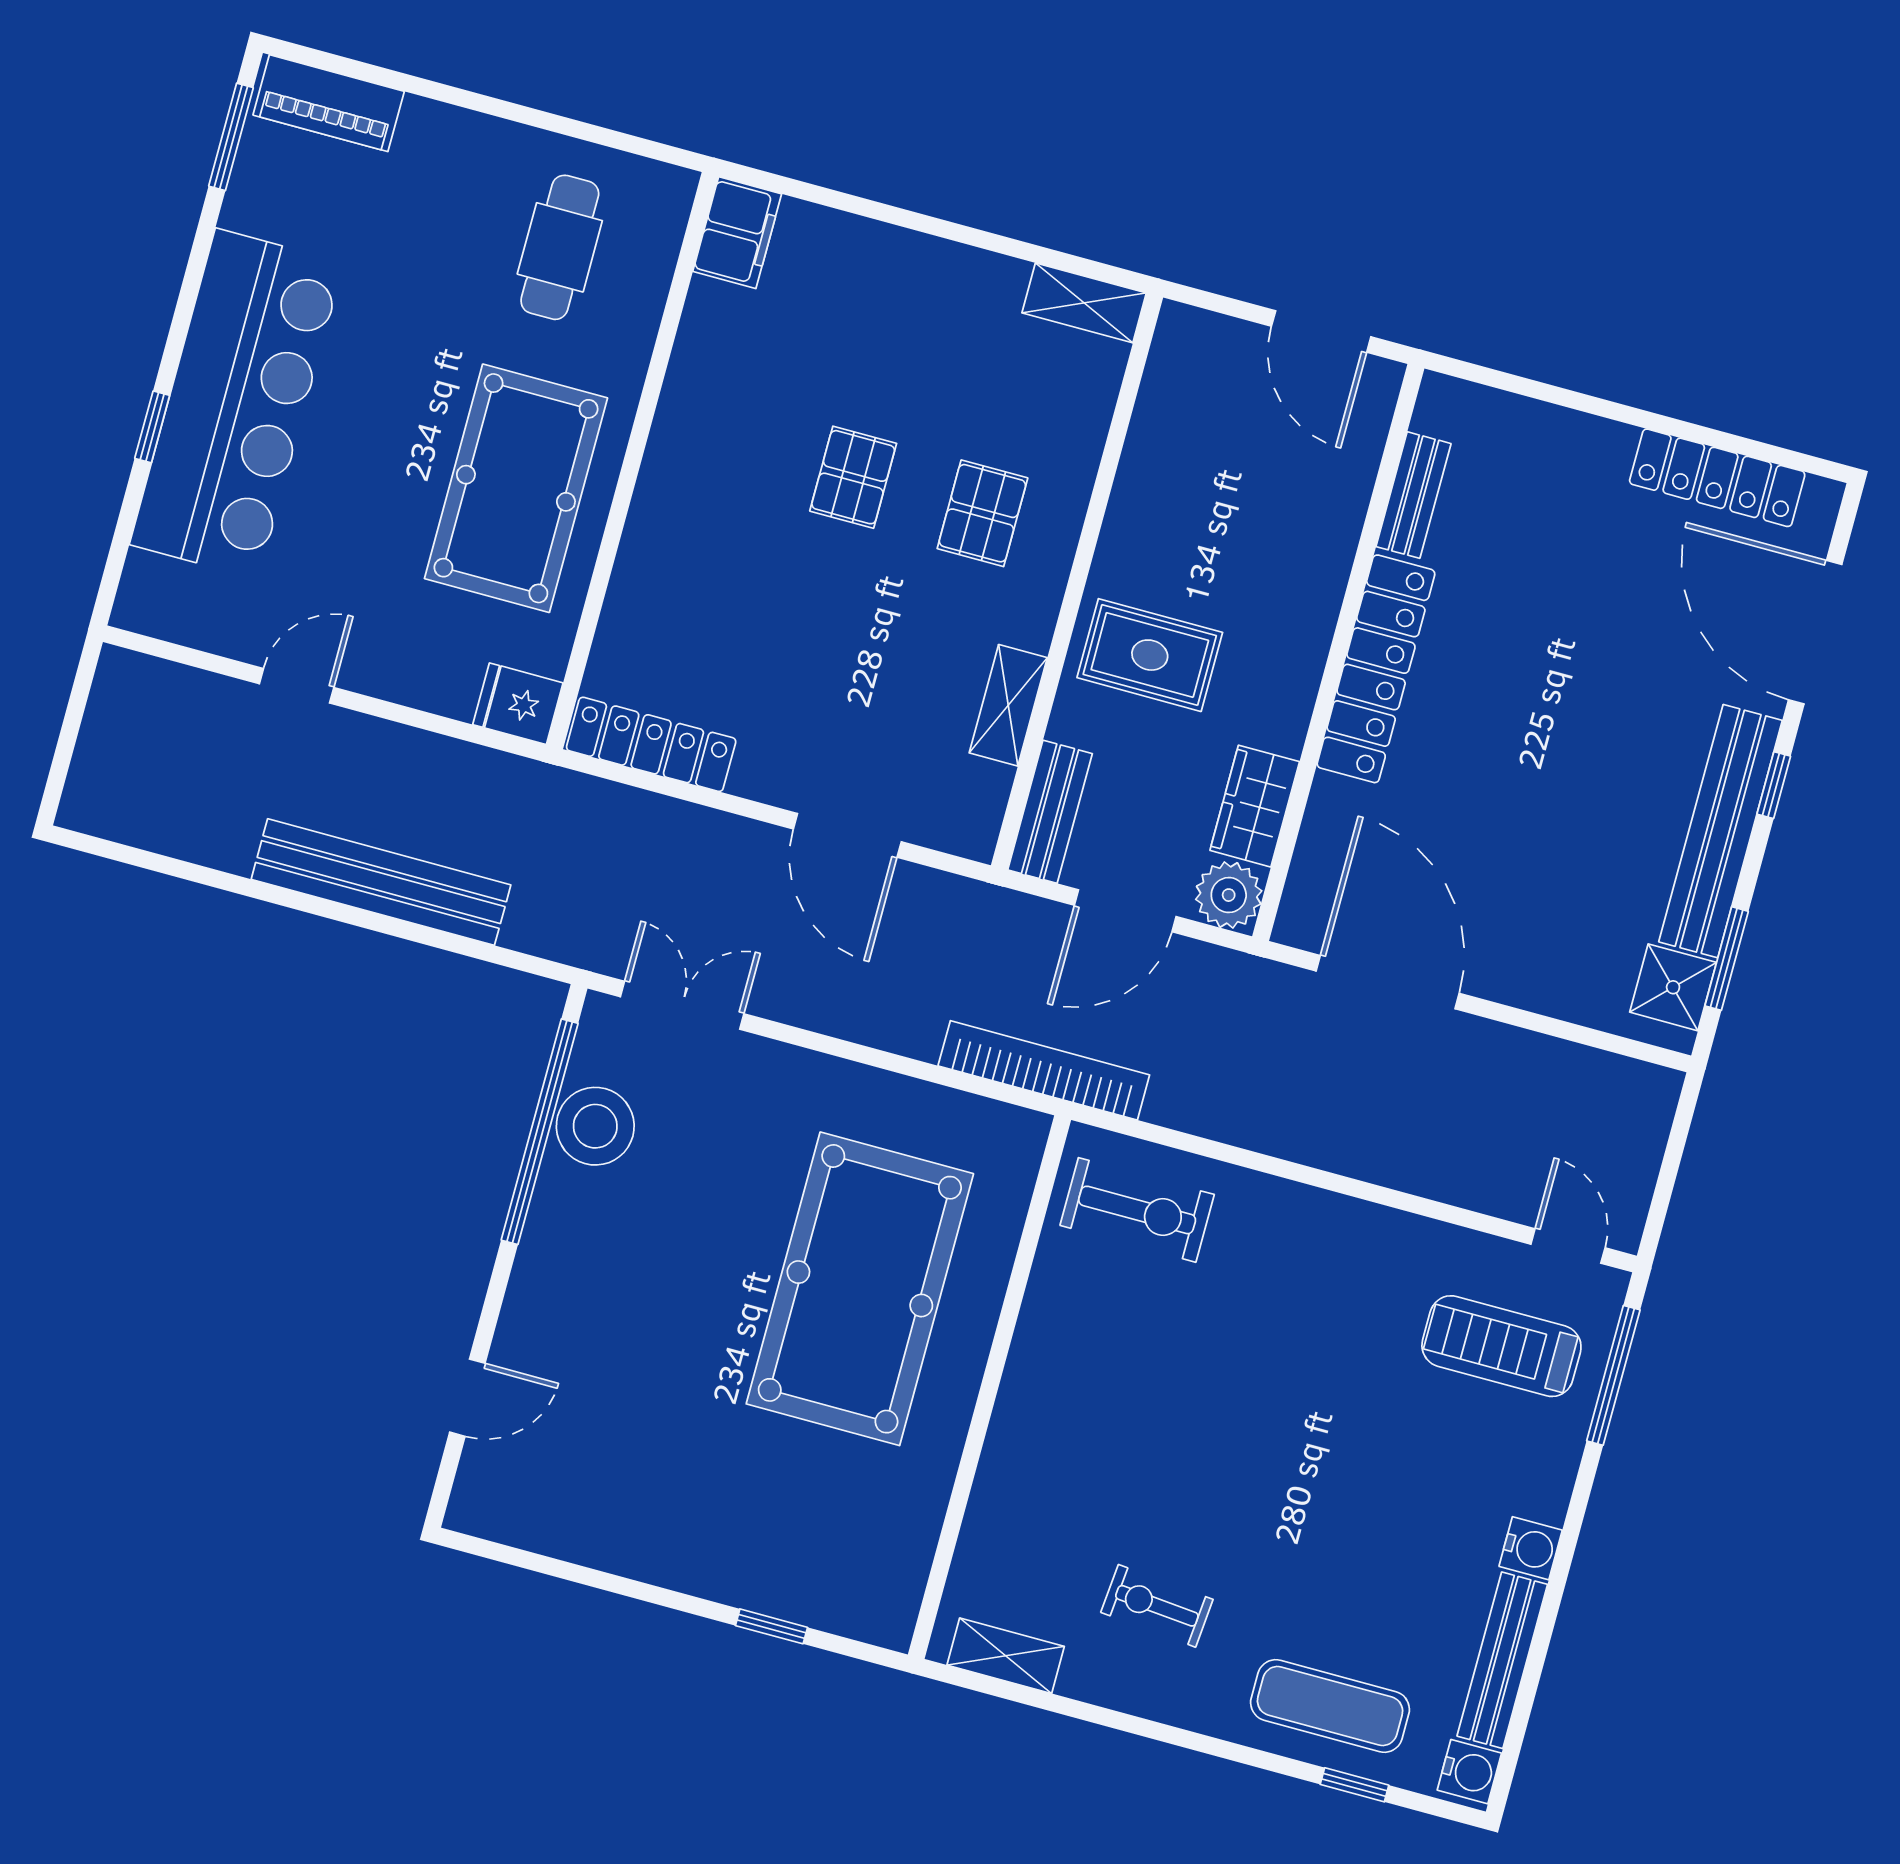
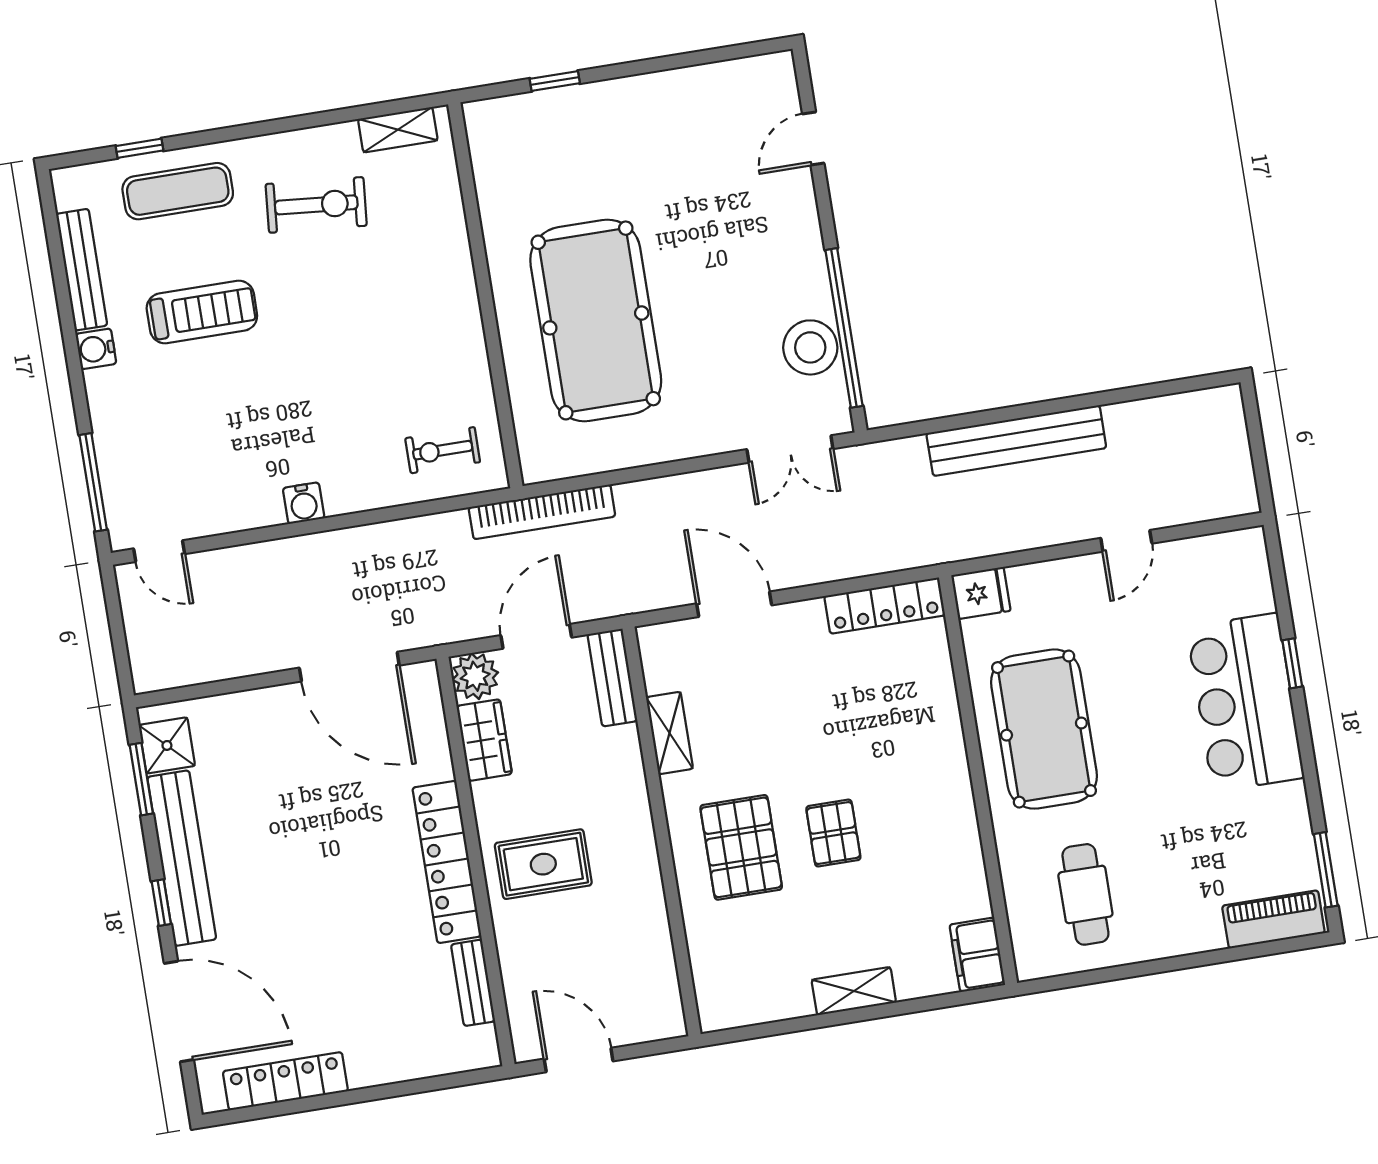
shelving: (1084, 303) -> (854, 991), moved
bar counter: (237, 404) -> (1245, 702), width x0.73
pallet: (982, 513) -> (741, 847), width x1.50, depth x1.42
rug: (1150, 655) -> (543, 864), moved
exercise bike: (1137, 1210) -> (443, 450), width x0.73, depth x0.72
treadmill: (1501, 1346) -> (202, 312), moved
exercise bike: (1157, 1606) -> (316, 205), width x1.38, depth x1.39
water cooler: (1469, 1772) -> (304, 503), moved, turned -90

